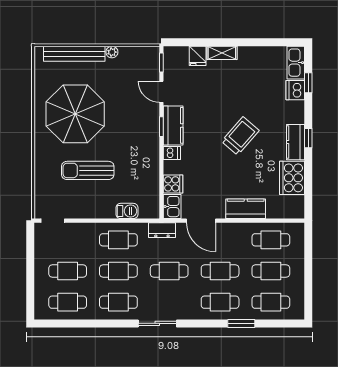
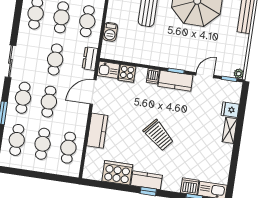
plant: (112, 52) -> (239, 74), moved
sliding door: (157, 323) -> (10, 61), moved

